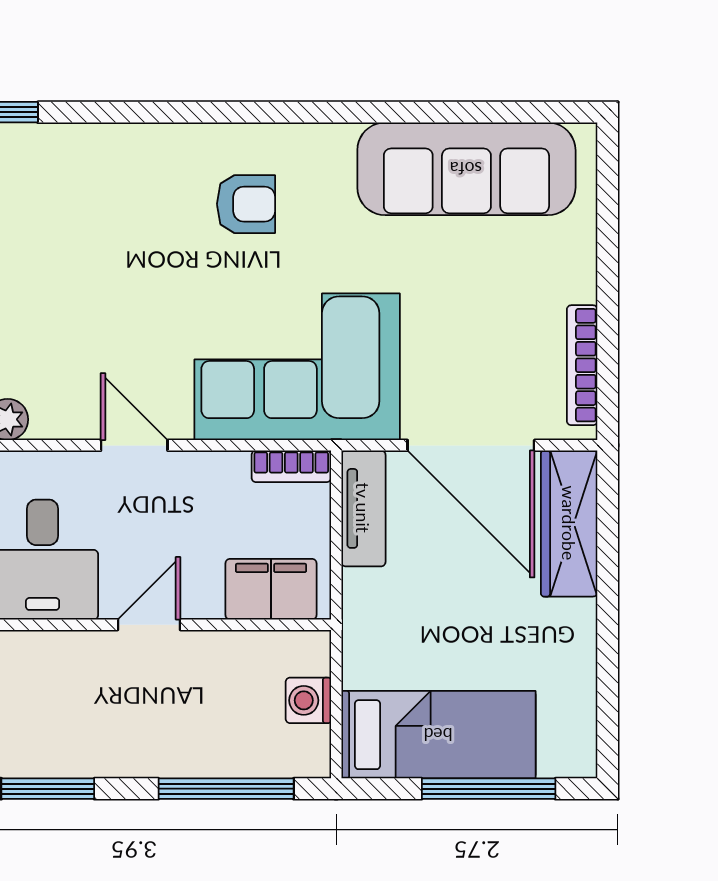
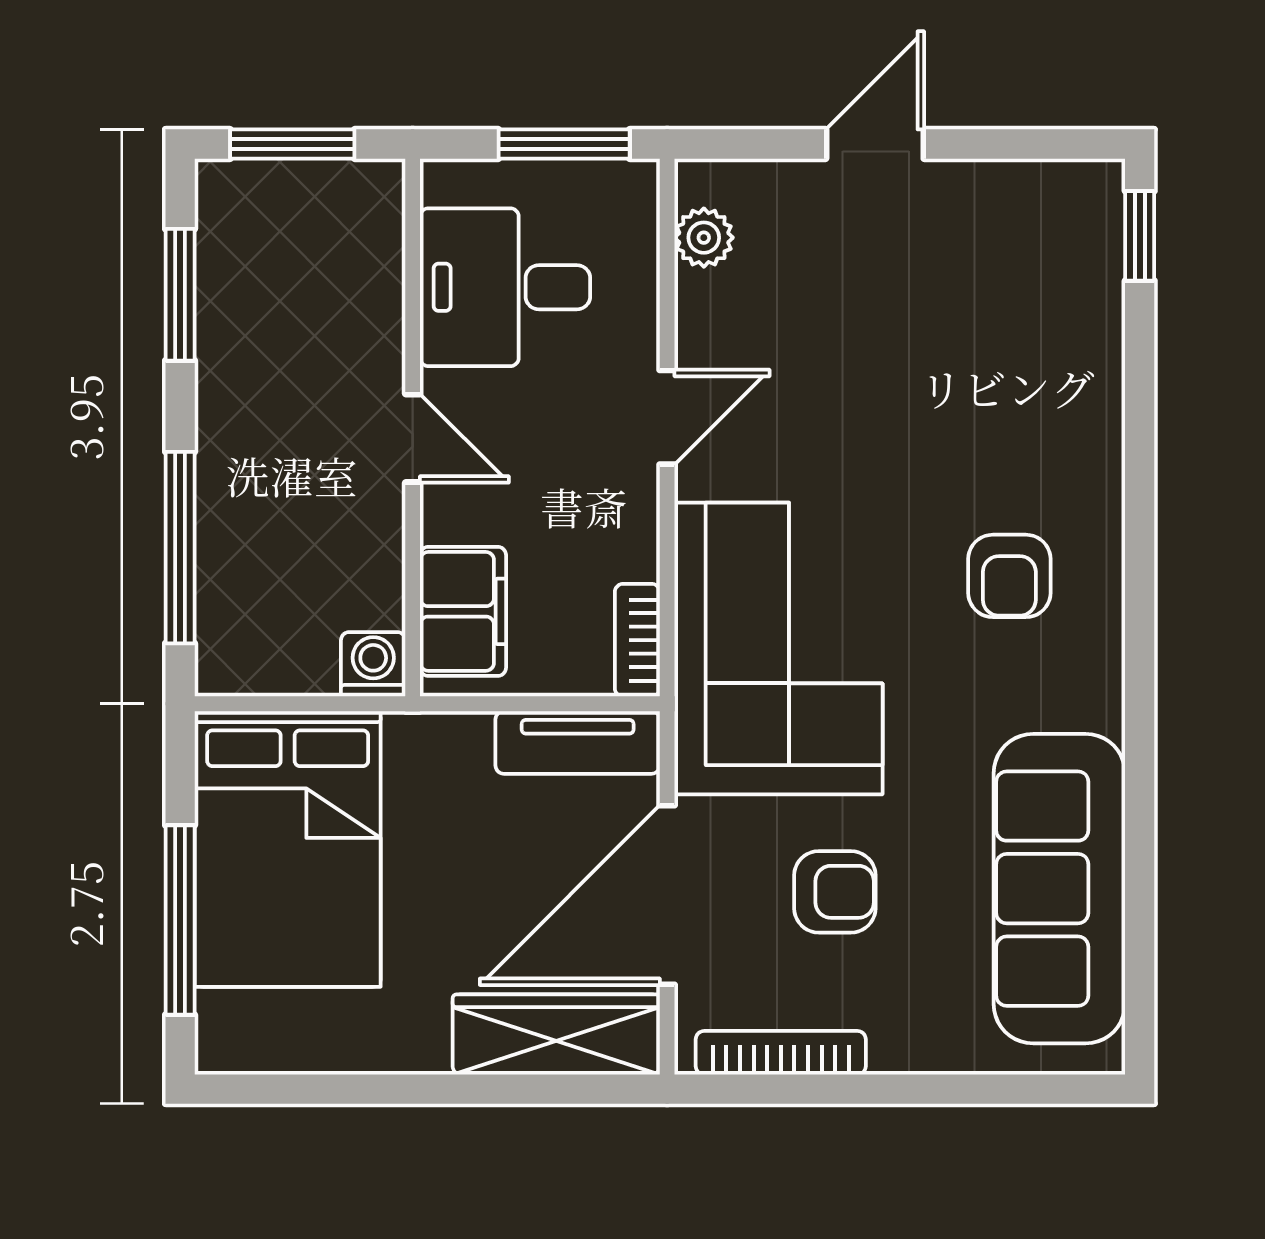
armchair: (469, 327) -> (835, 892), added
washing machine: (308, 700) -> (373, 664), moved
bed: (438, 735) -> (288, 849), width x1.50

